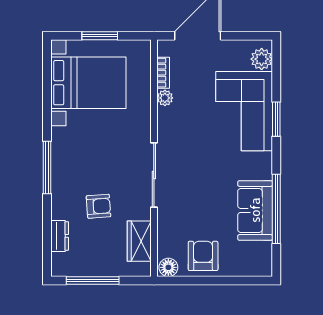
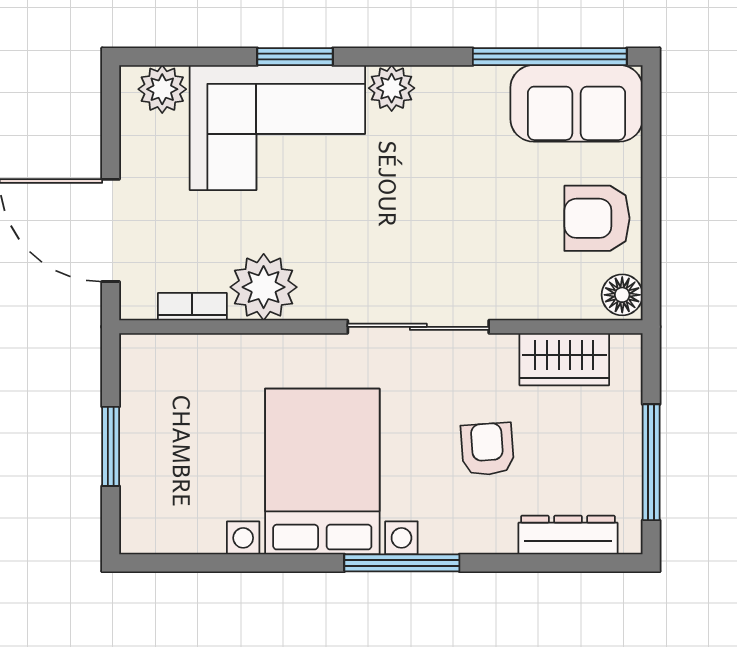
bed with nightstands: (88, 83) -> (322, 472), moved
plant: (165, 98) -> (264, 287), width x1.88, depth x1.88
plant: (262, 163) -> (392, 88), added
window: (276, 209) -> (550, 57), moved
sofa: (255, 210) -> (577, 103), moved
dresser: (60, 236) -> (568, 535), width x1.44

